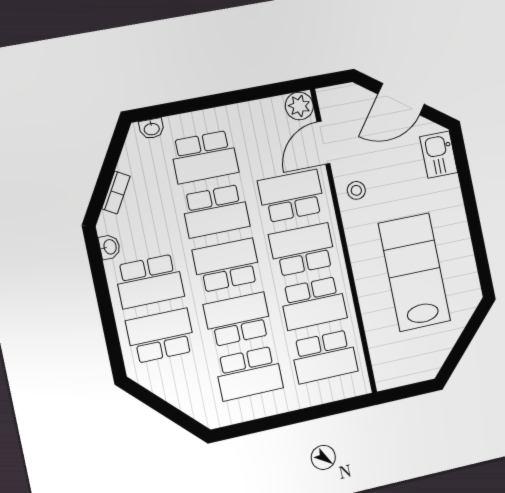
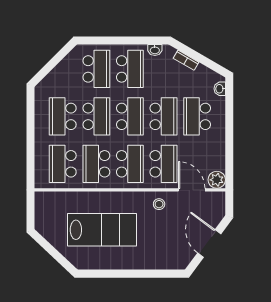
kitchen sink: (439, 155) -> (171, 260), removed
school desk: (215, 211) -> (163, 116), turned 180
school desk: (149, 281) -> (130, 69), turned 180

